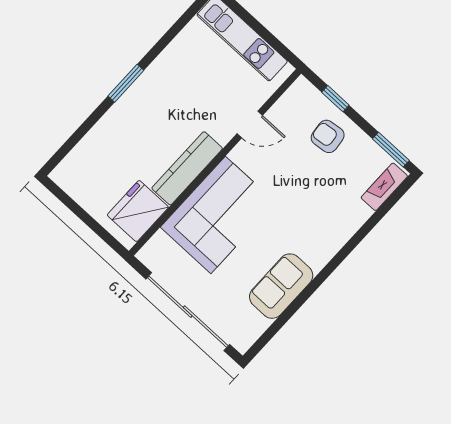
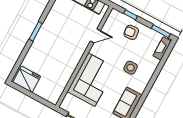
kitchen counter: (187, 168) -> (72, 62), removed
fridge: (138, 211) -> (27, 79), moved, turned 90
side table: (307, 211) -> (131, 68), added

